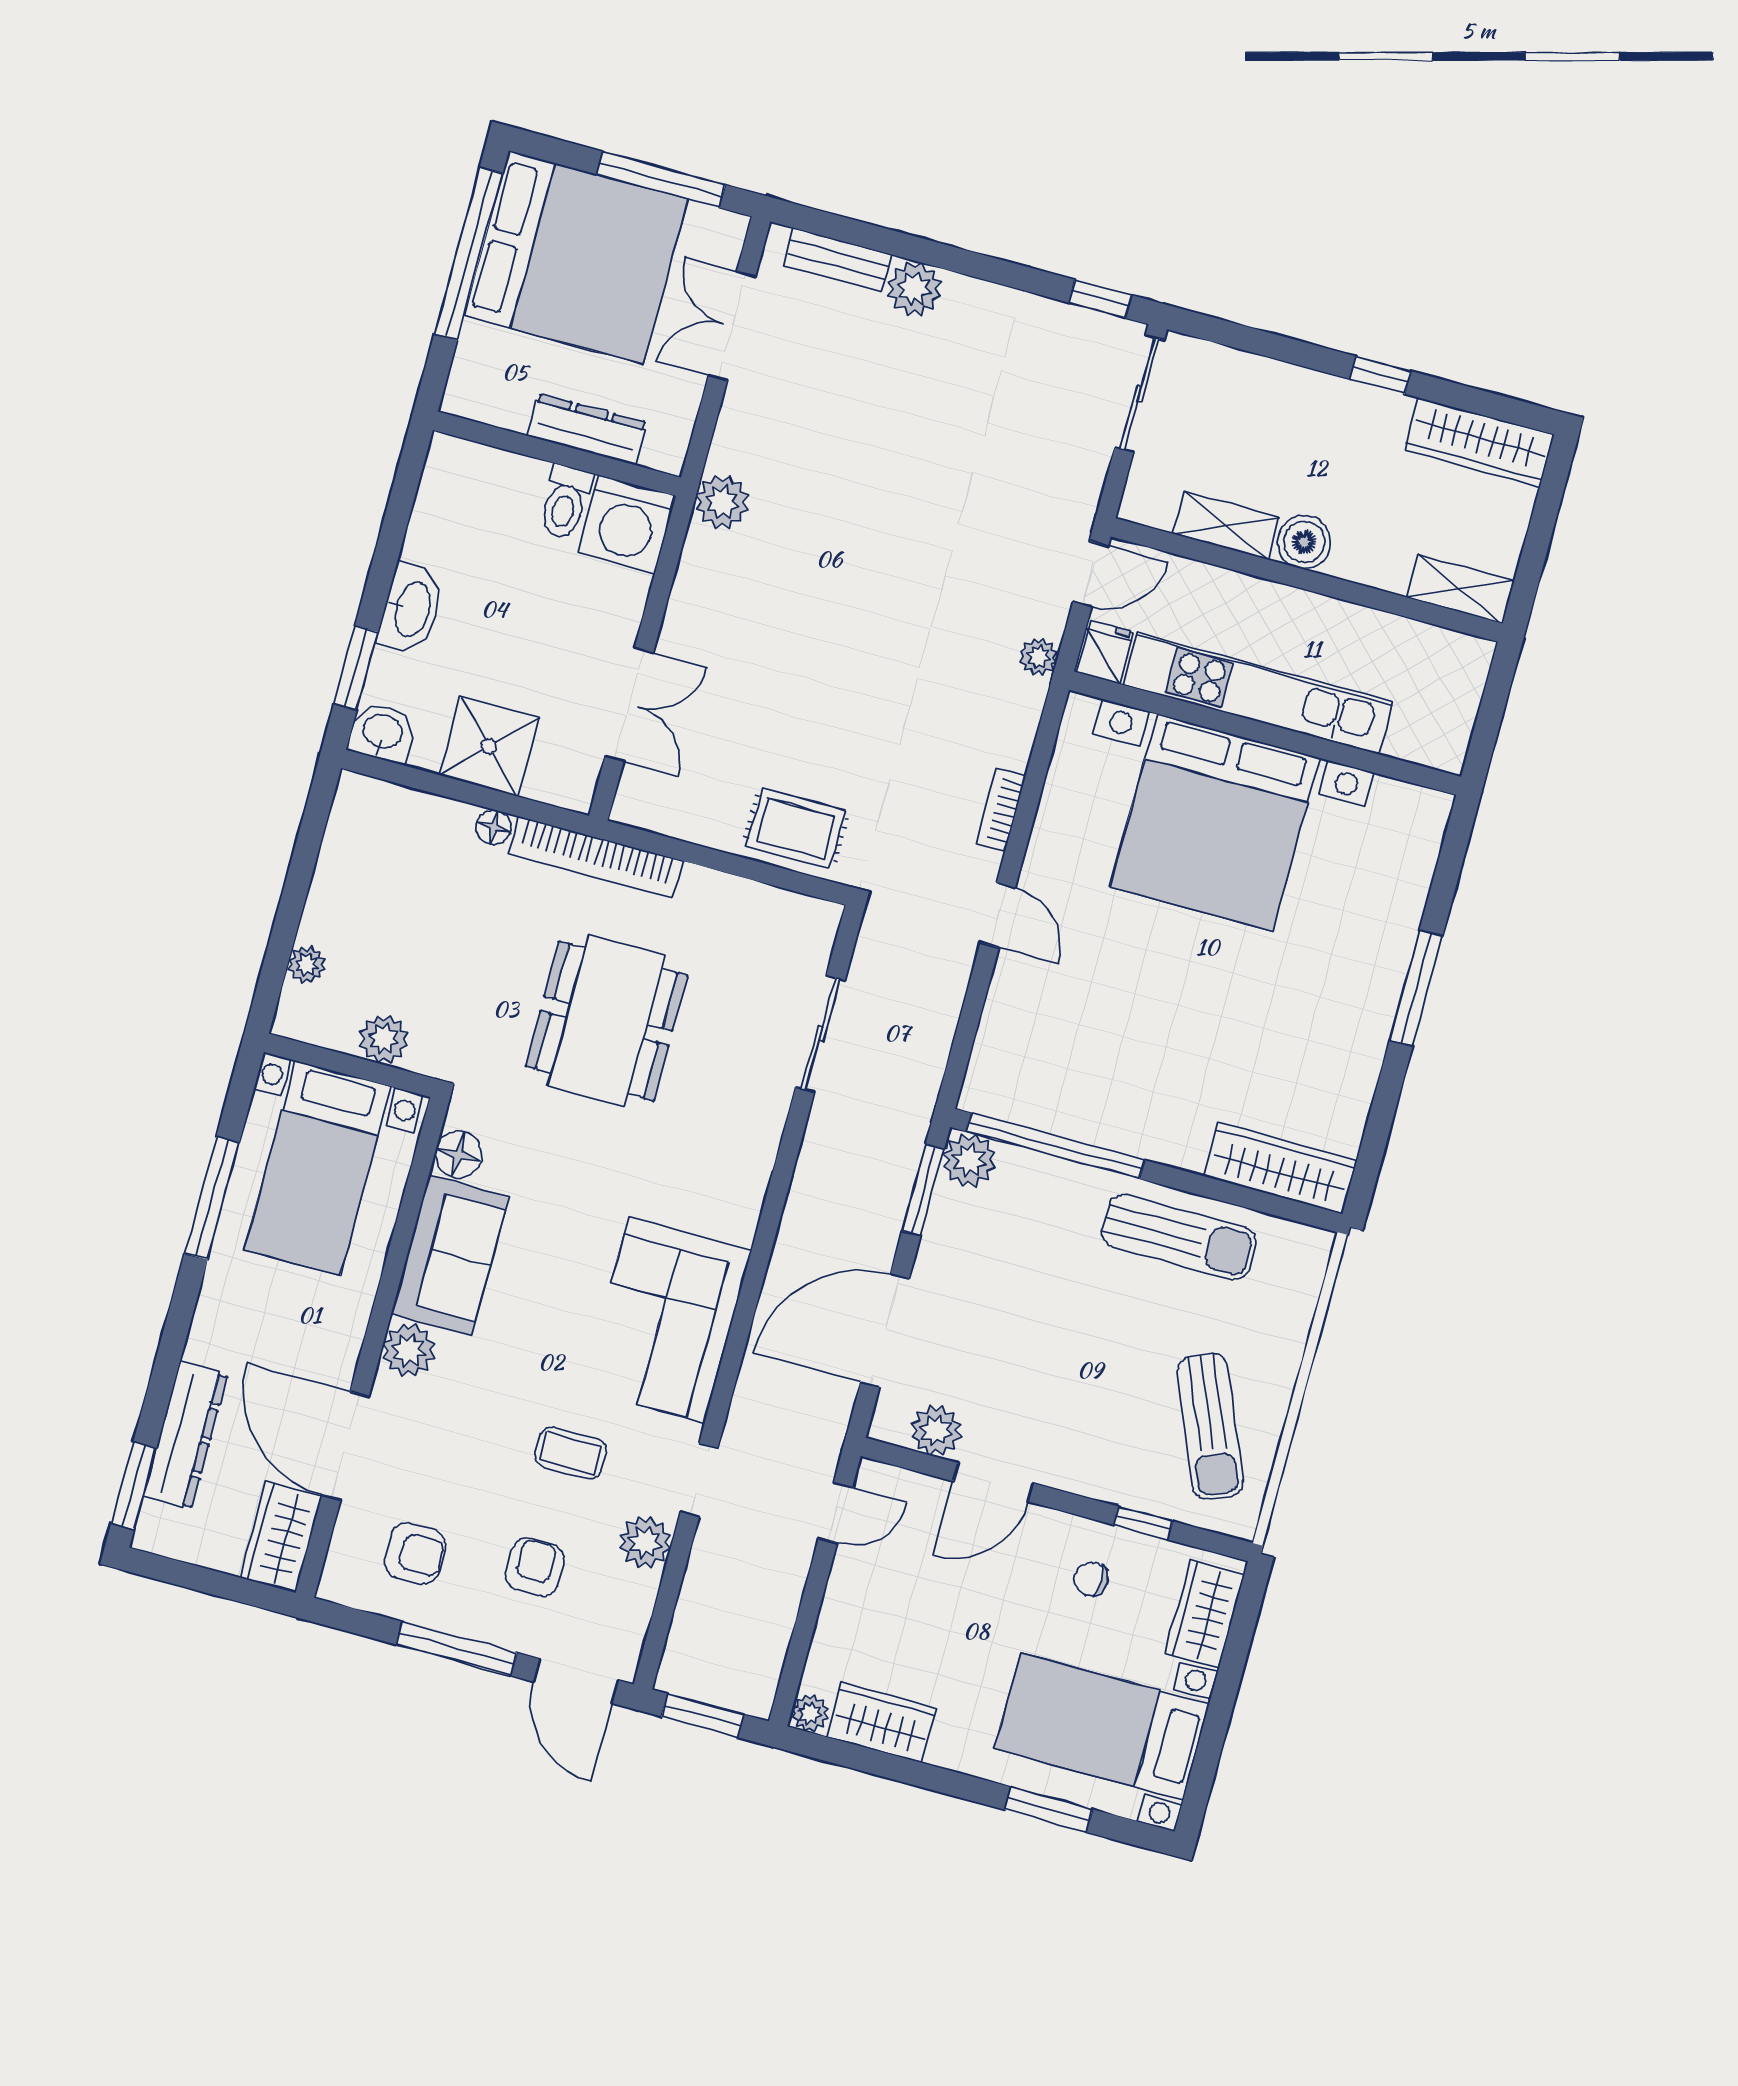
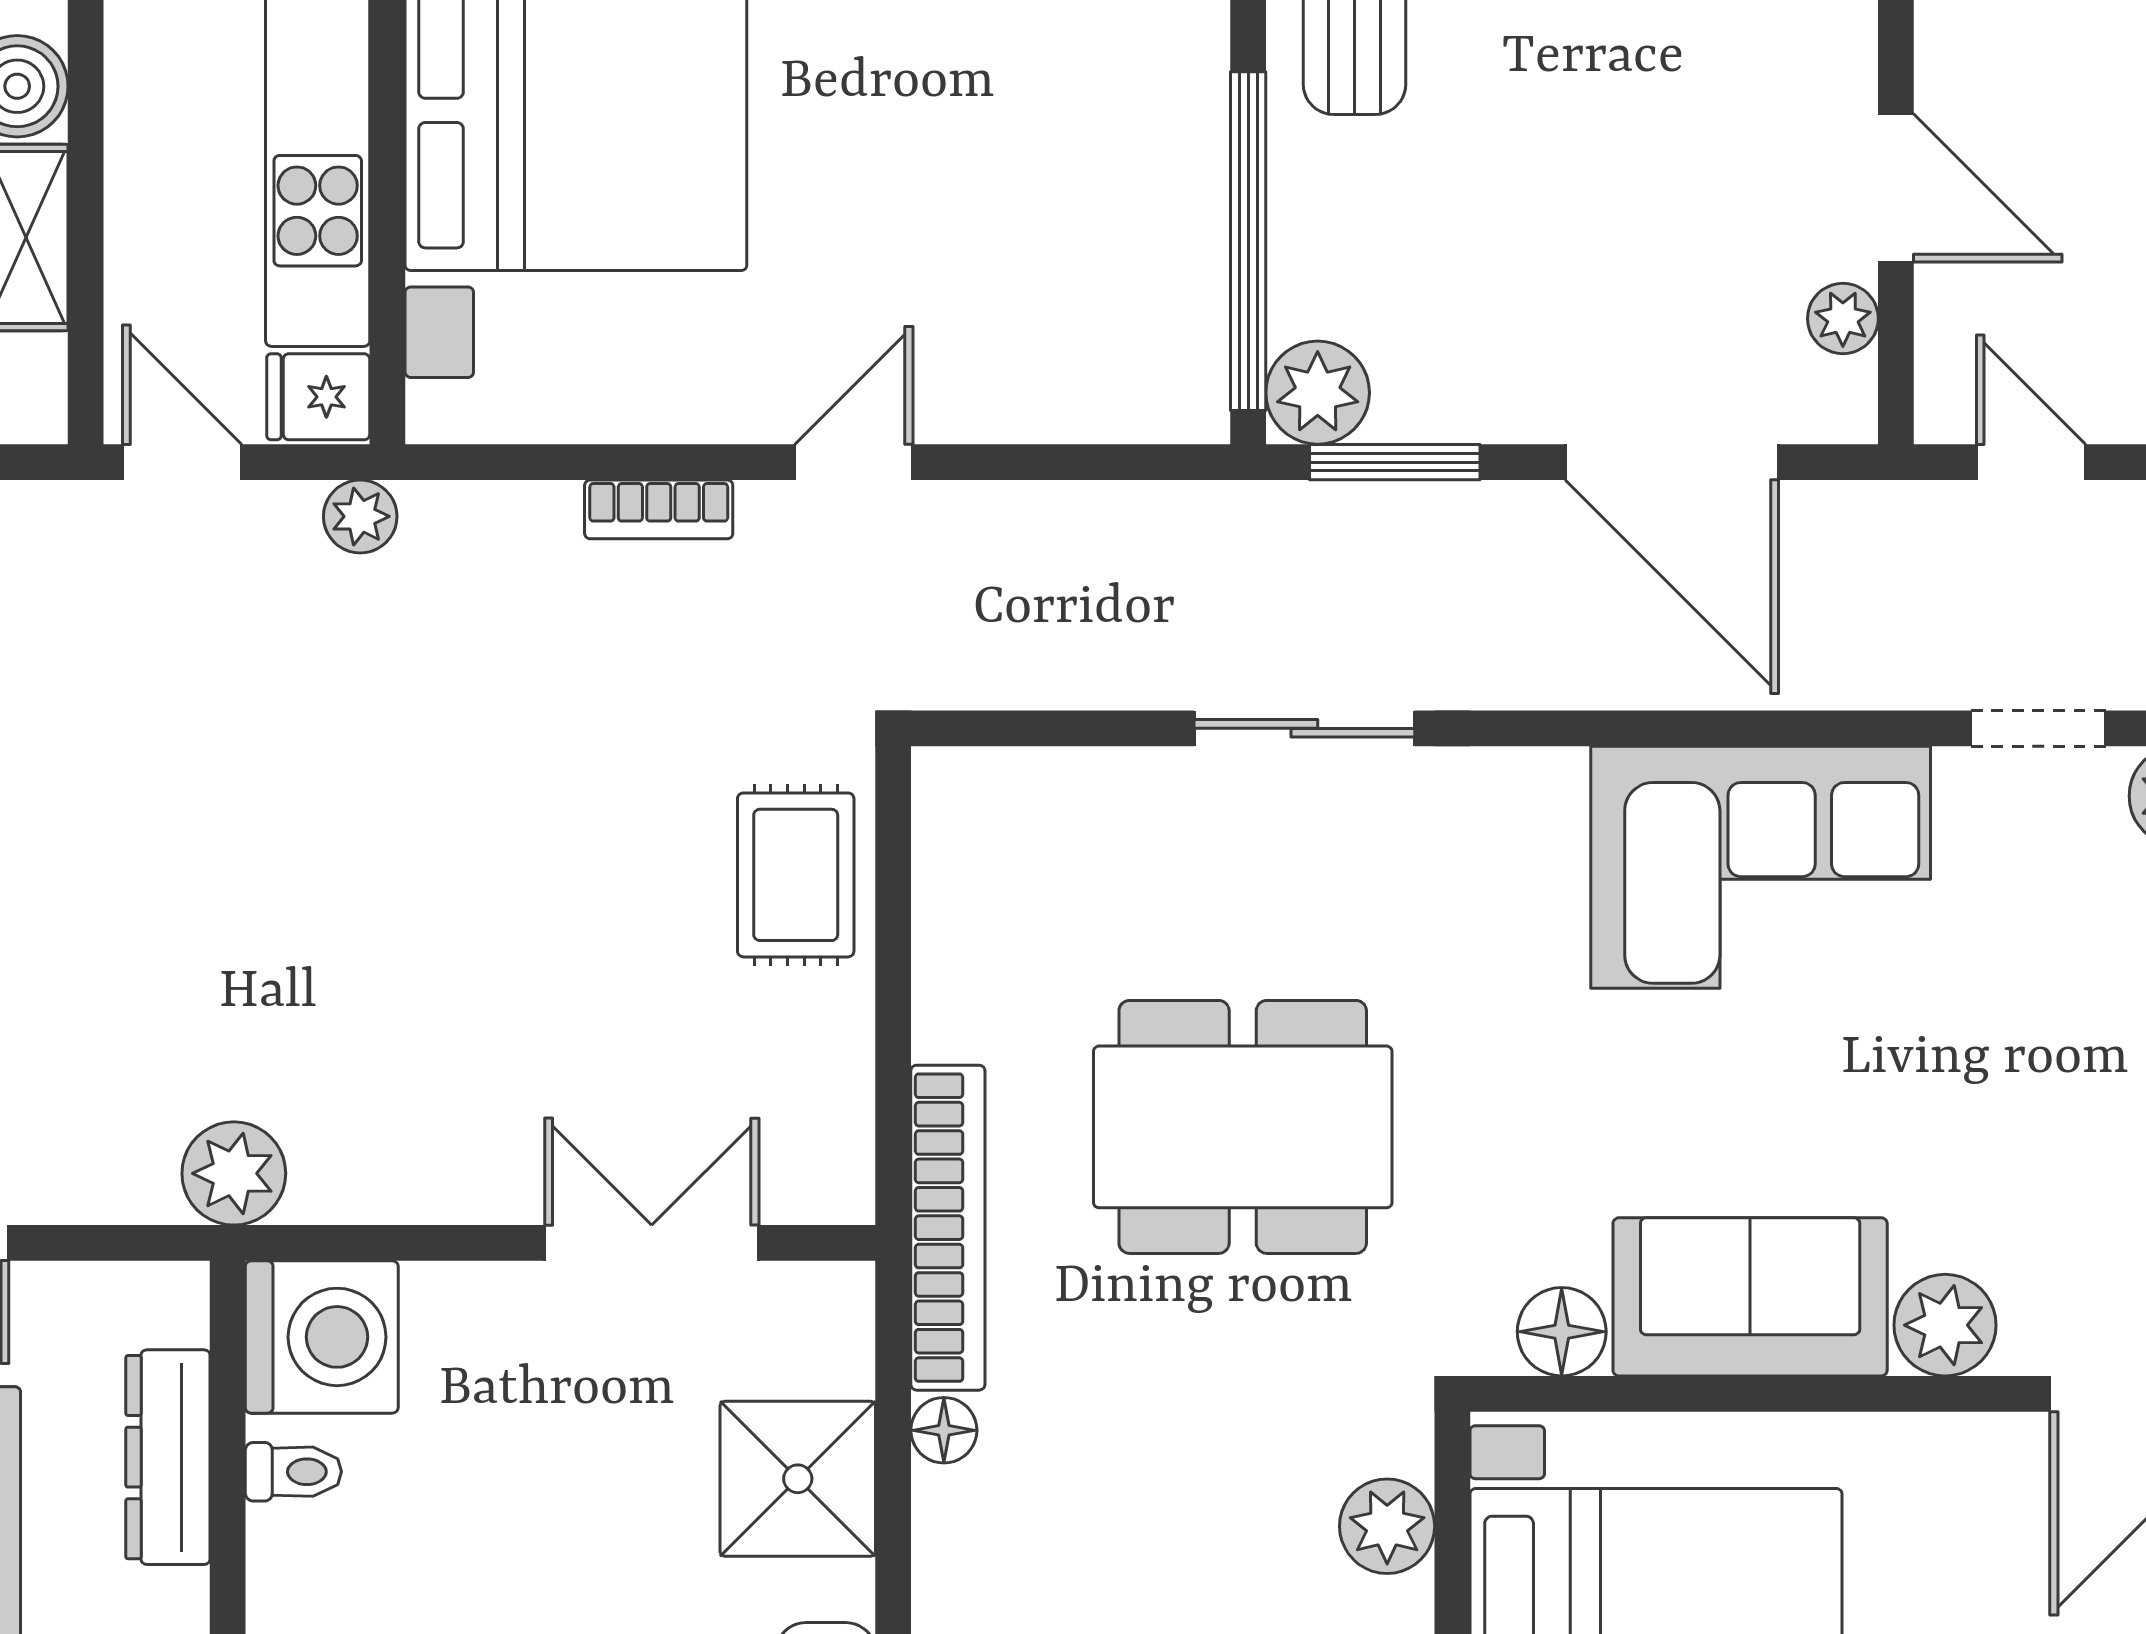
toilet: (565, 502) -> (293, 1472), width x0.73, depth x0.72
sliding door: (820, 1034) -> (1304, 728), moved
plant: (936, 1431) -> (1843, 319), width x0.73, depth x0.73
coffee table: (571, 1453) -> (2053, 977), removed

